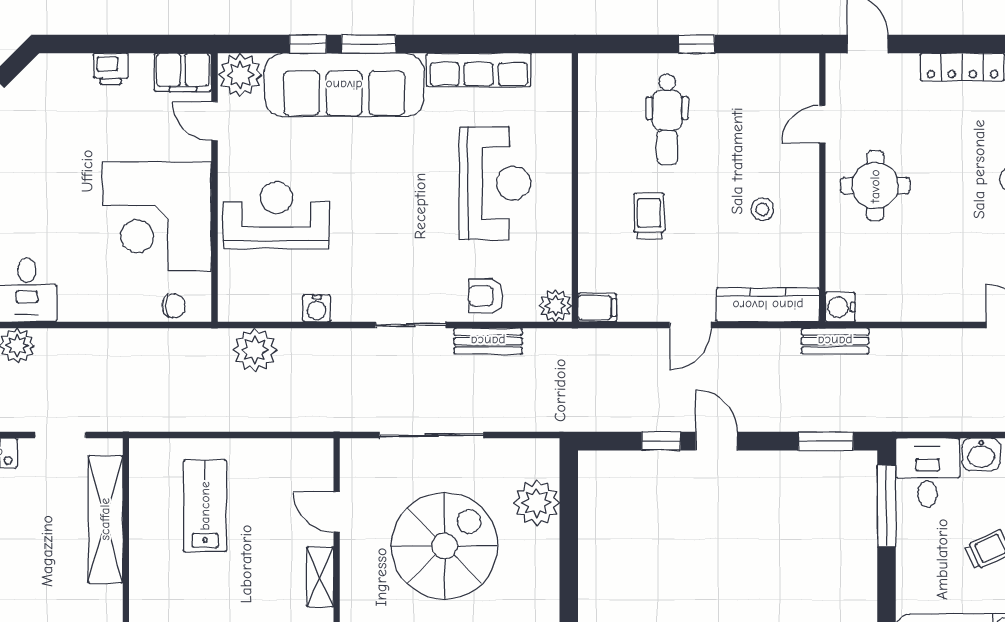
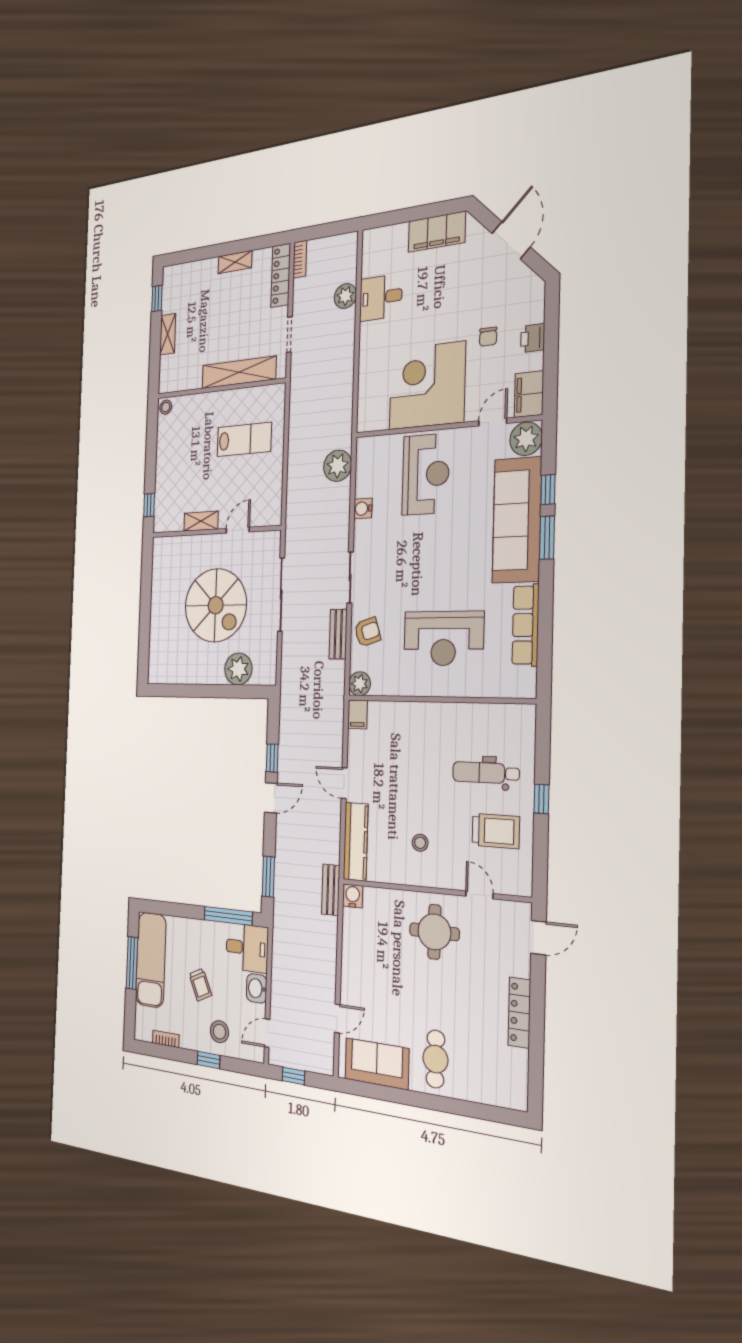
trolley: (649, 216) -> (496, 831), moved, width x1.36, depth x1.39
armchair: (486, 296) -> (367, 632), turned 72
chair: (174, 306) -> (488, 337), moved

